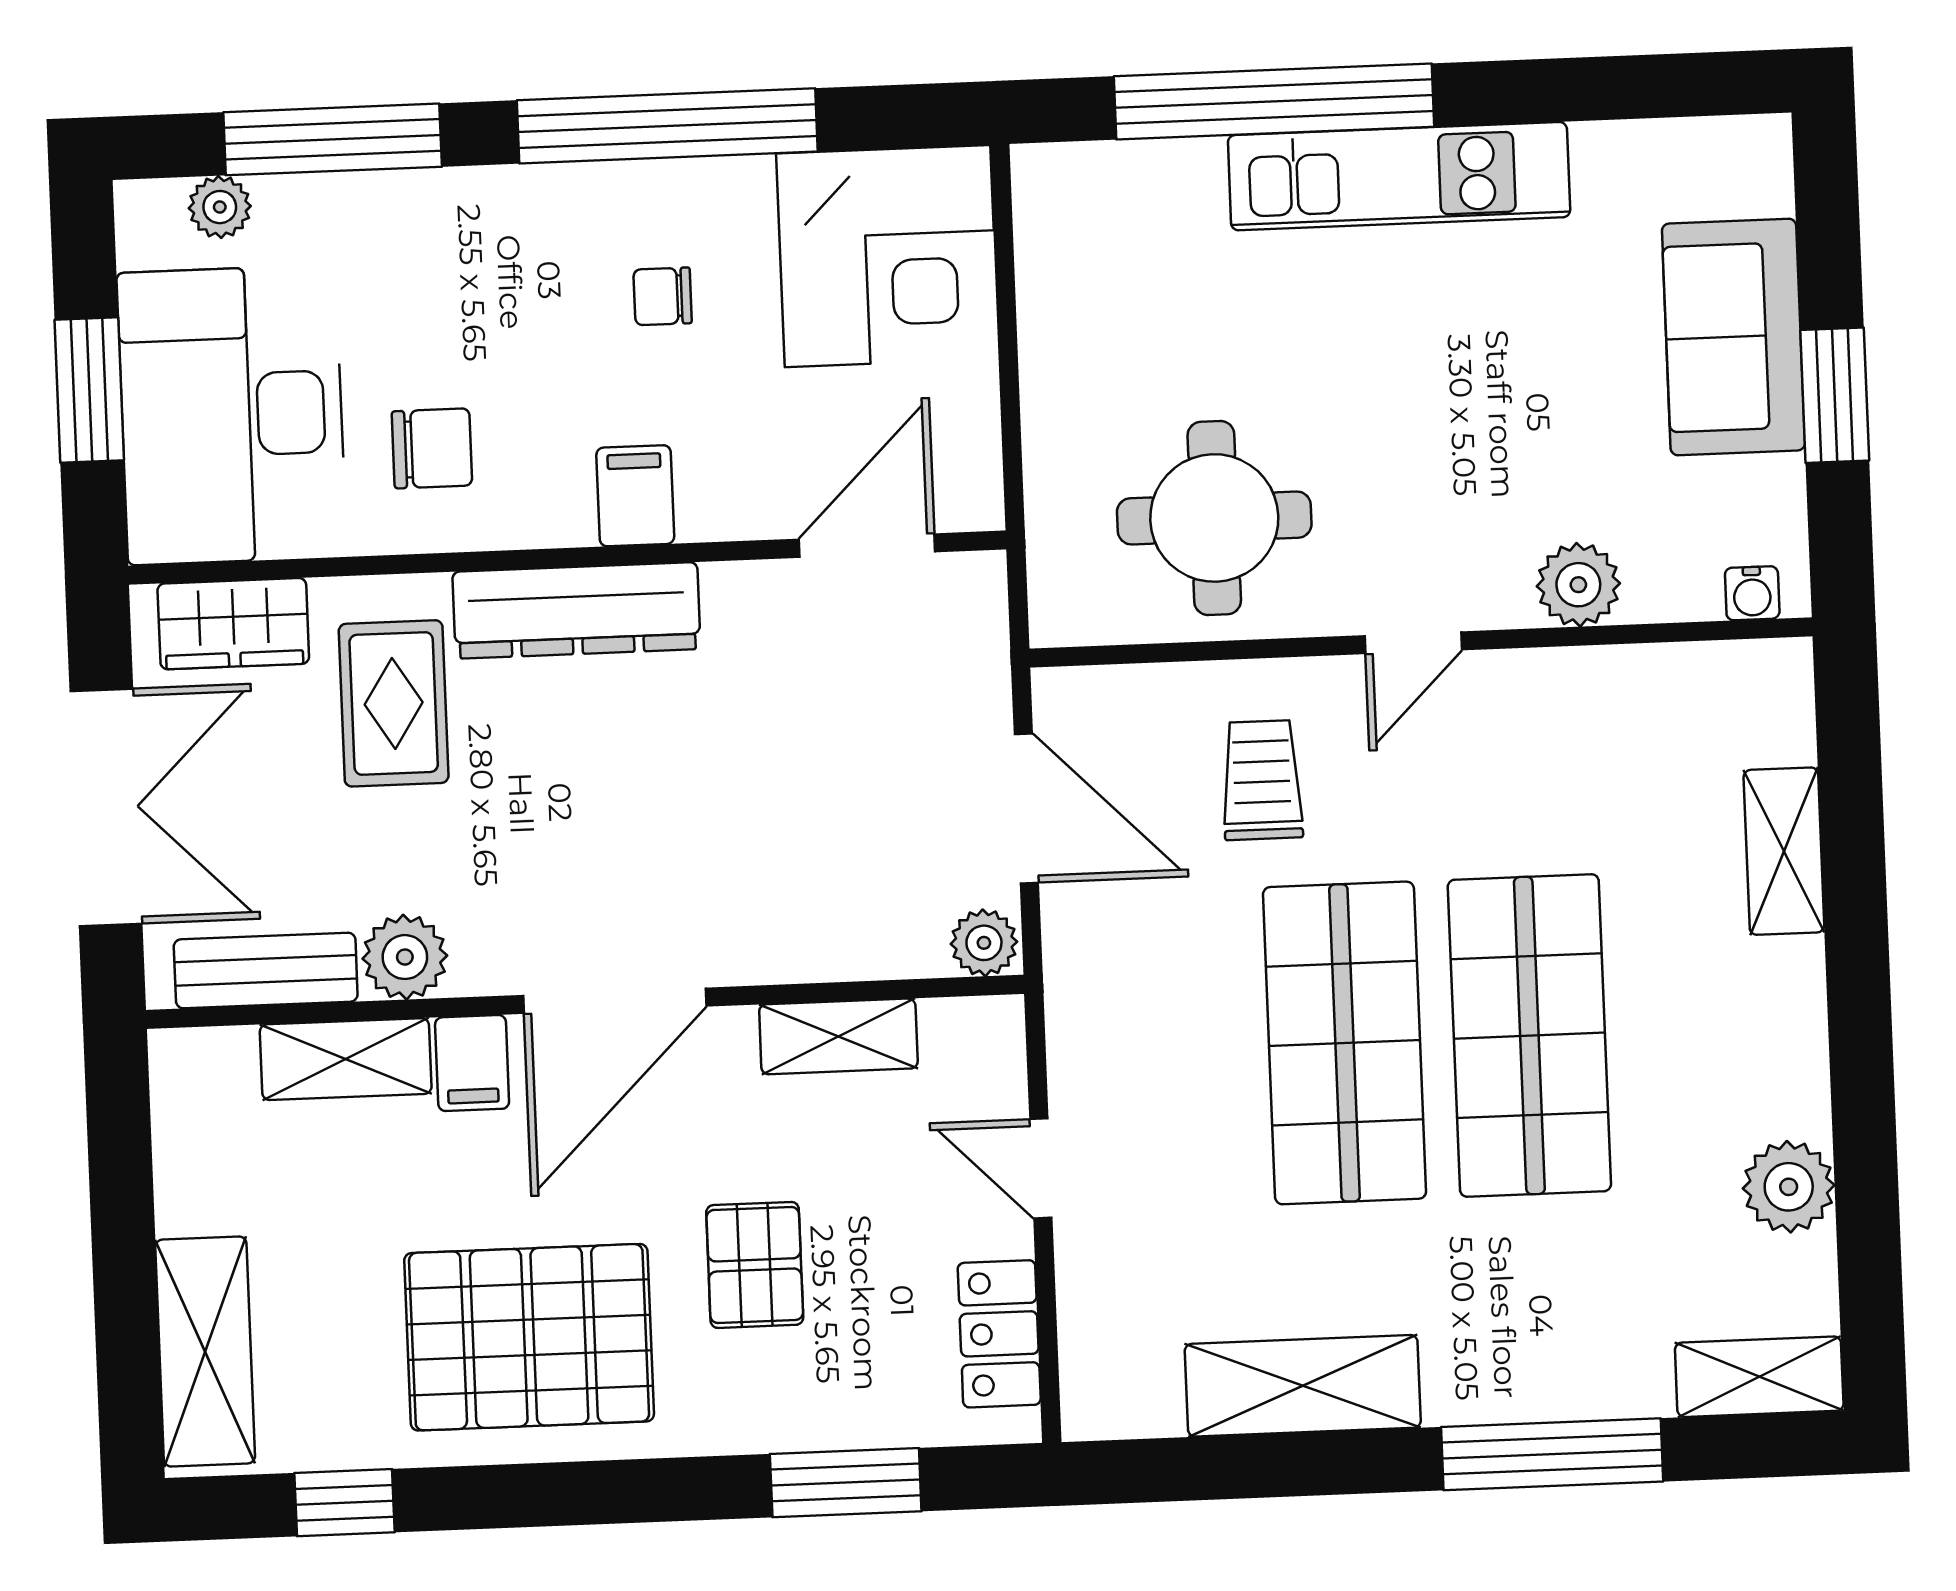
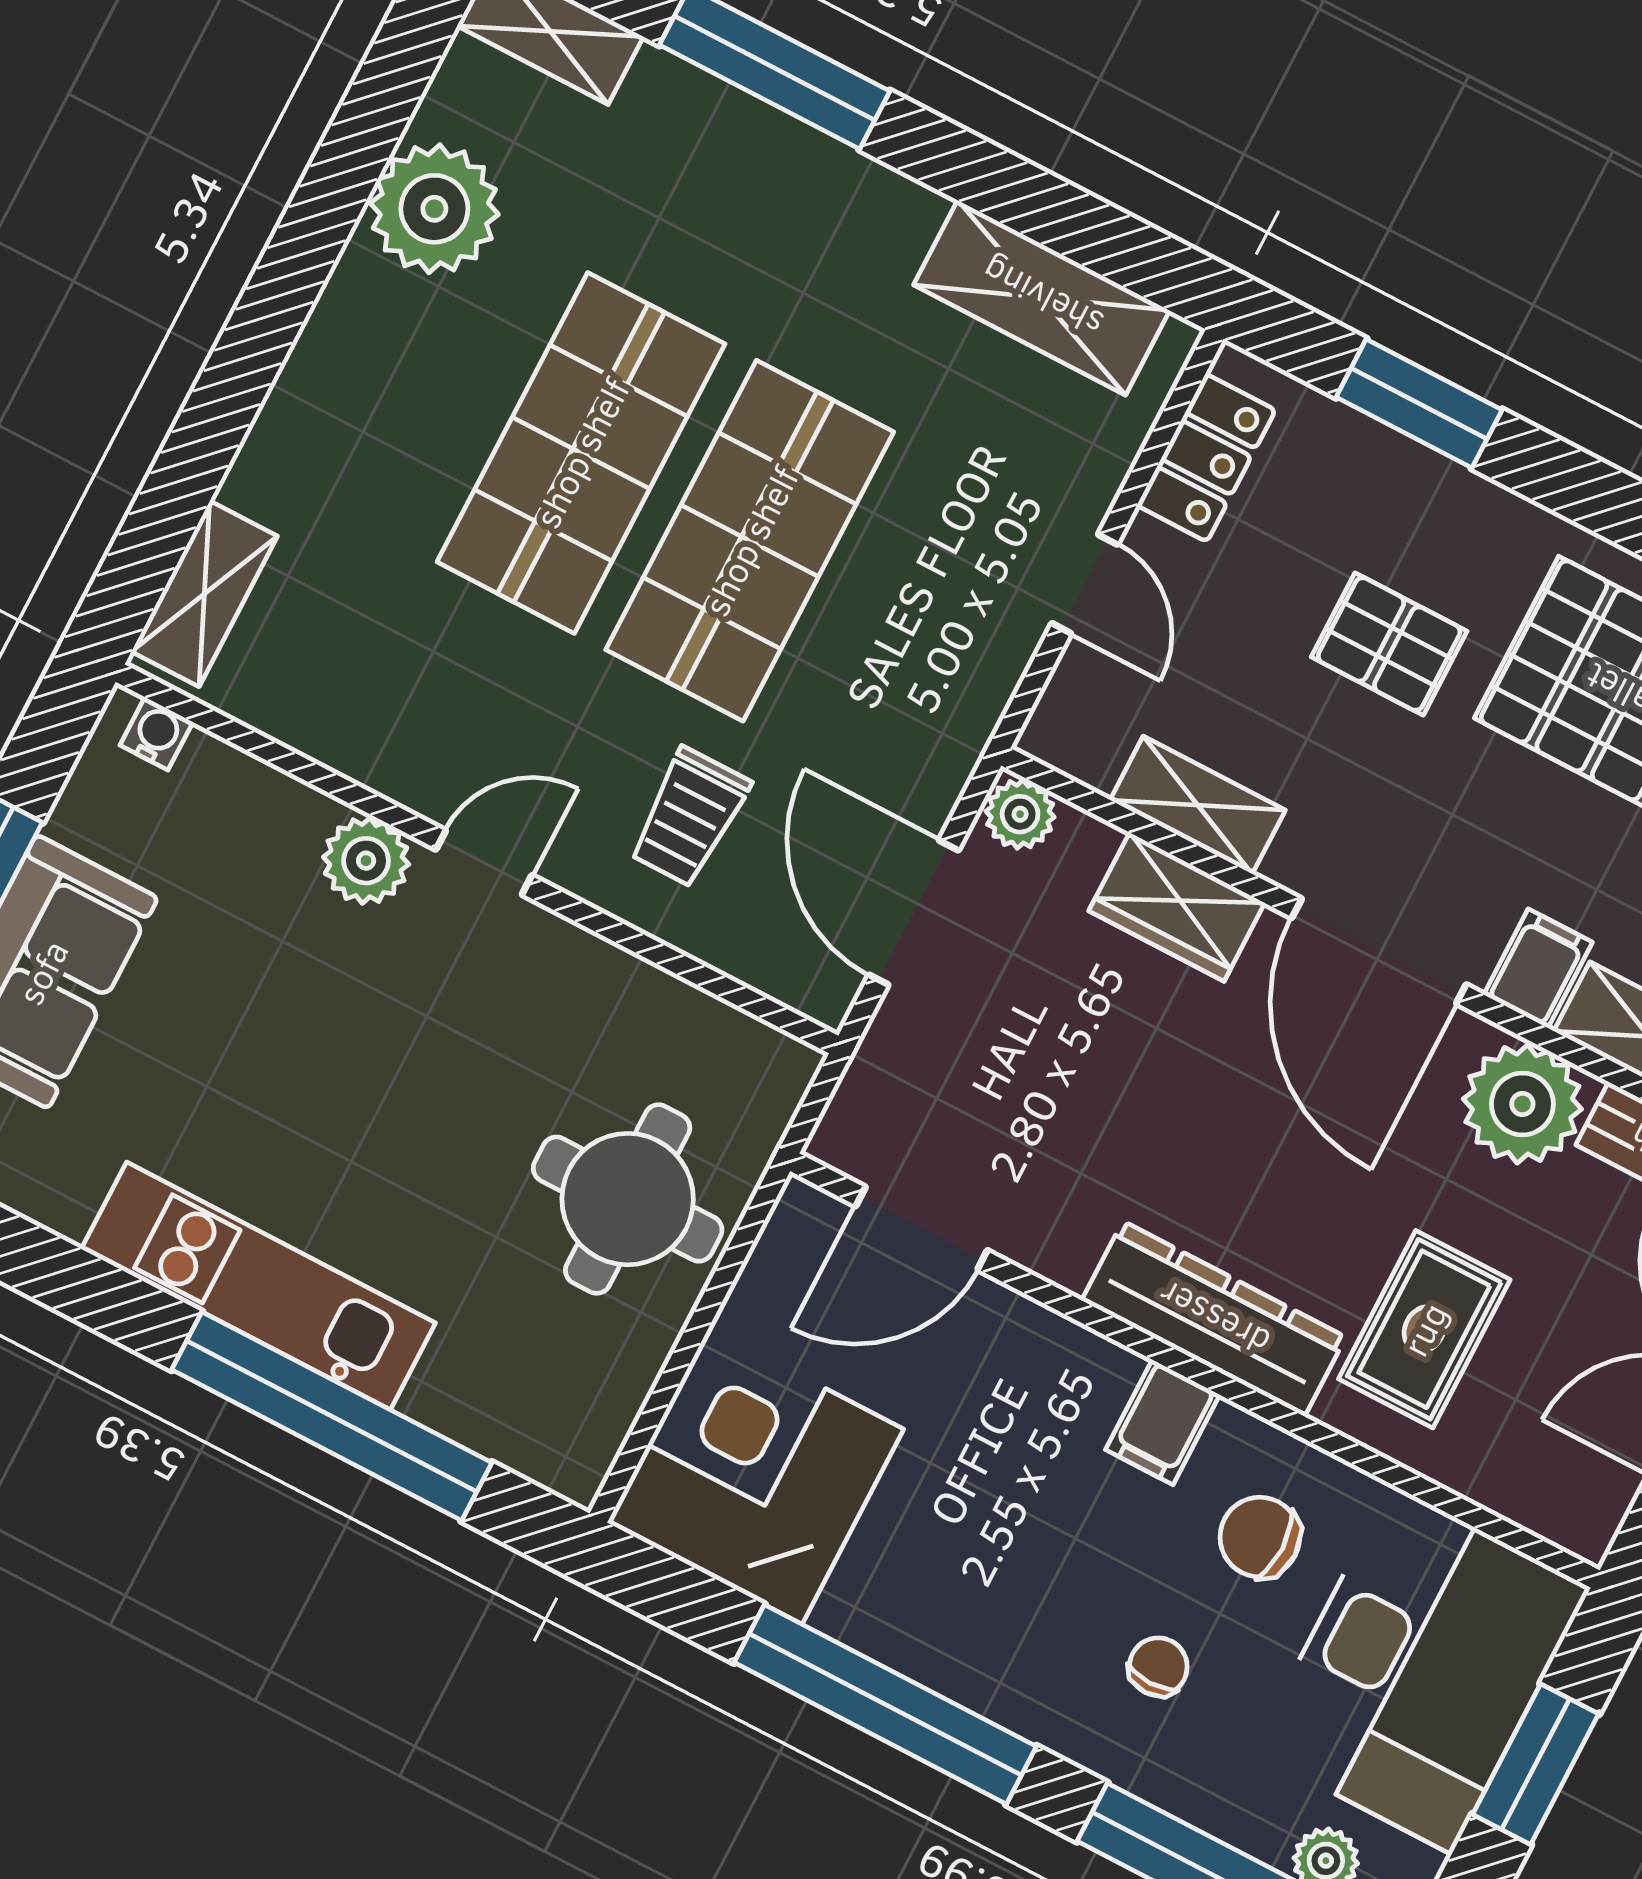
chair: (663, 296) -> (1158, 1667), moved, turned -90
filing cabinet: (635, 496) -> (1163, 1422), moved
round table: (1214, 518) -> (628, 1199), moved
plant: (1578, 585) -> (366, 861), moved
wardrobe: (233, 624) -> (1177, 907), moved, turned 180
shelving: (1784, 851) -> (204, 594), moved
plant: (405, 957) -> (1522, 1104), width x1.36, depth x1.36
door: (615, 1001) -> (1379, 951), swing flipped
plant: (1789, 1187) -> (434, 209), width x1.36, depth x1.36
pallet: (755, 1265) -> (1389, 644), turned 90
shelving: (1303, 1386) -> (1042, 298), moved

